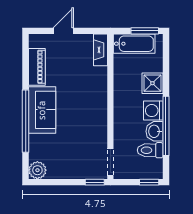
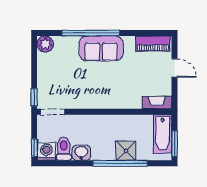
piano: (37, 67) -> (153, 44), moved
washing machine: (153, 111) -> (46, 152), moved
window: (166, 126) -> (120, 163), moved

